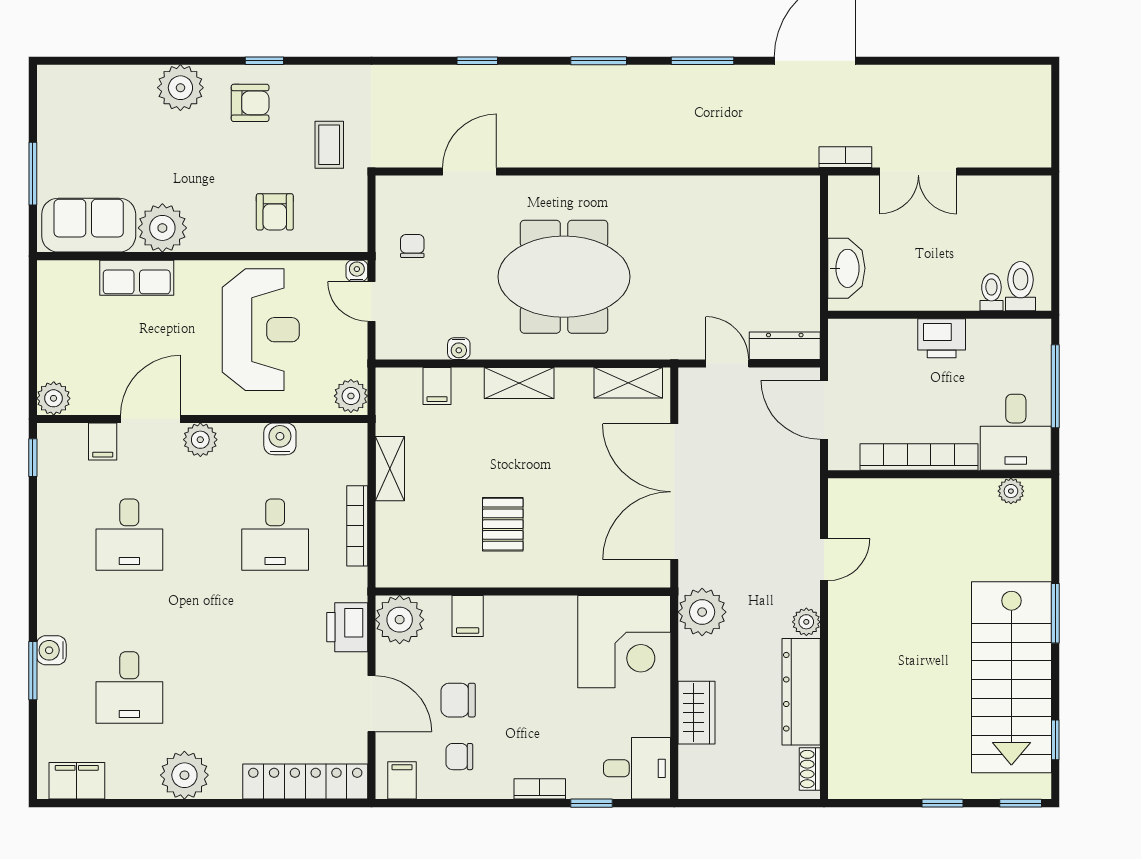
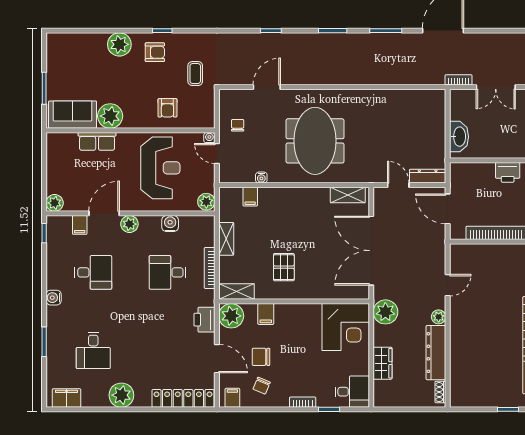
meeting table: (564, 277) -> (315, 141), turned 90
shelving: (519, 383) -> (236, 291), moved
desk: (129, 535) -> (93, 272), turned -90
desk: (275, 535) -> (168, 272), turned 90
water cooler: (51, 650) -> (54, 298), moved
chair: (459, 757) -> (262, 386), turned -67

